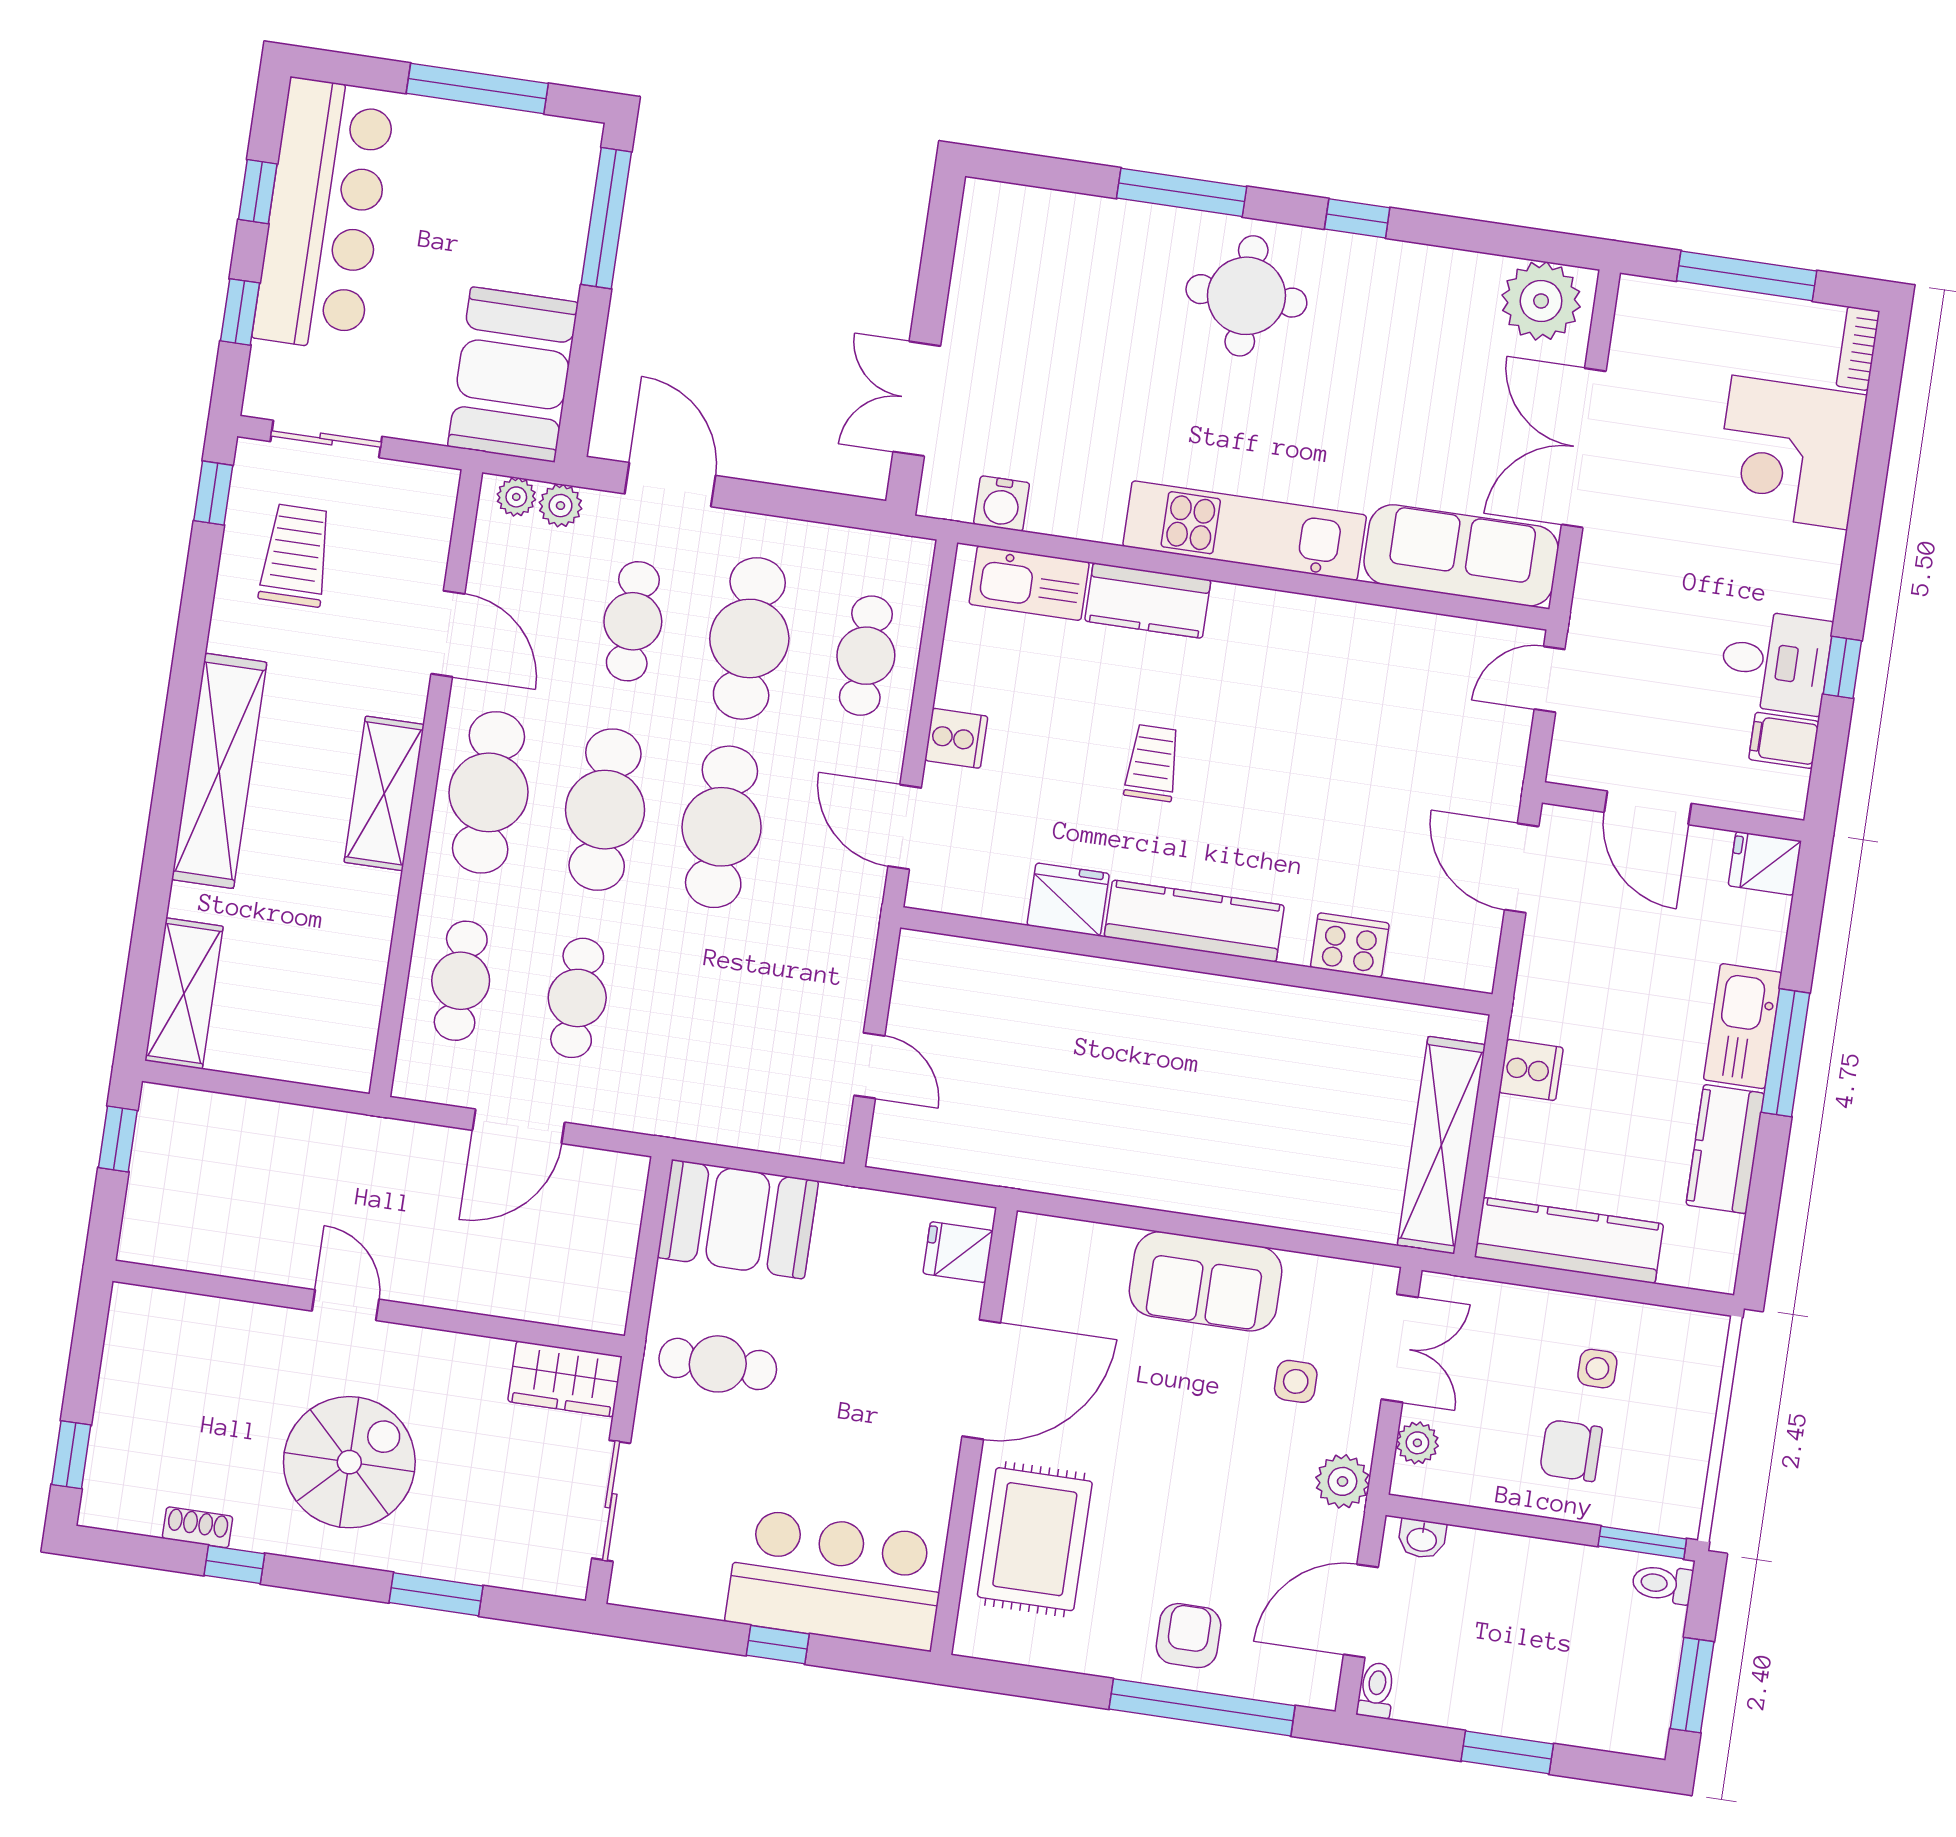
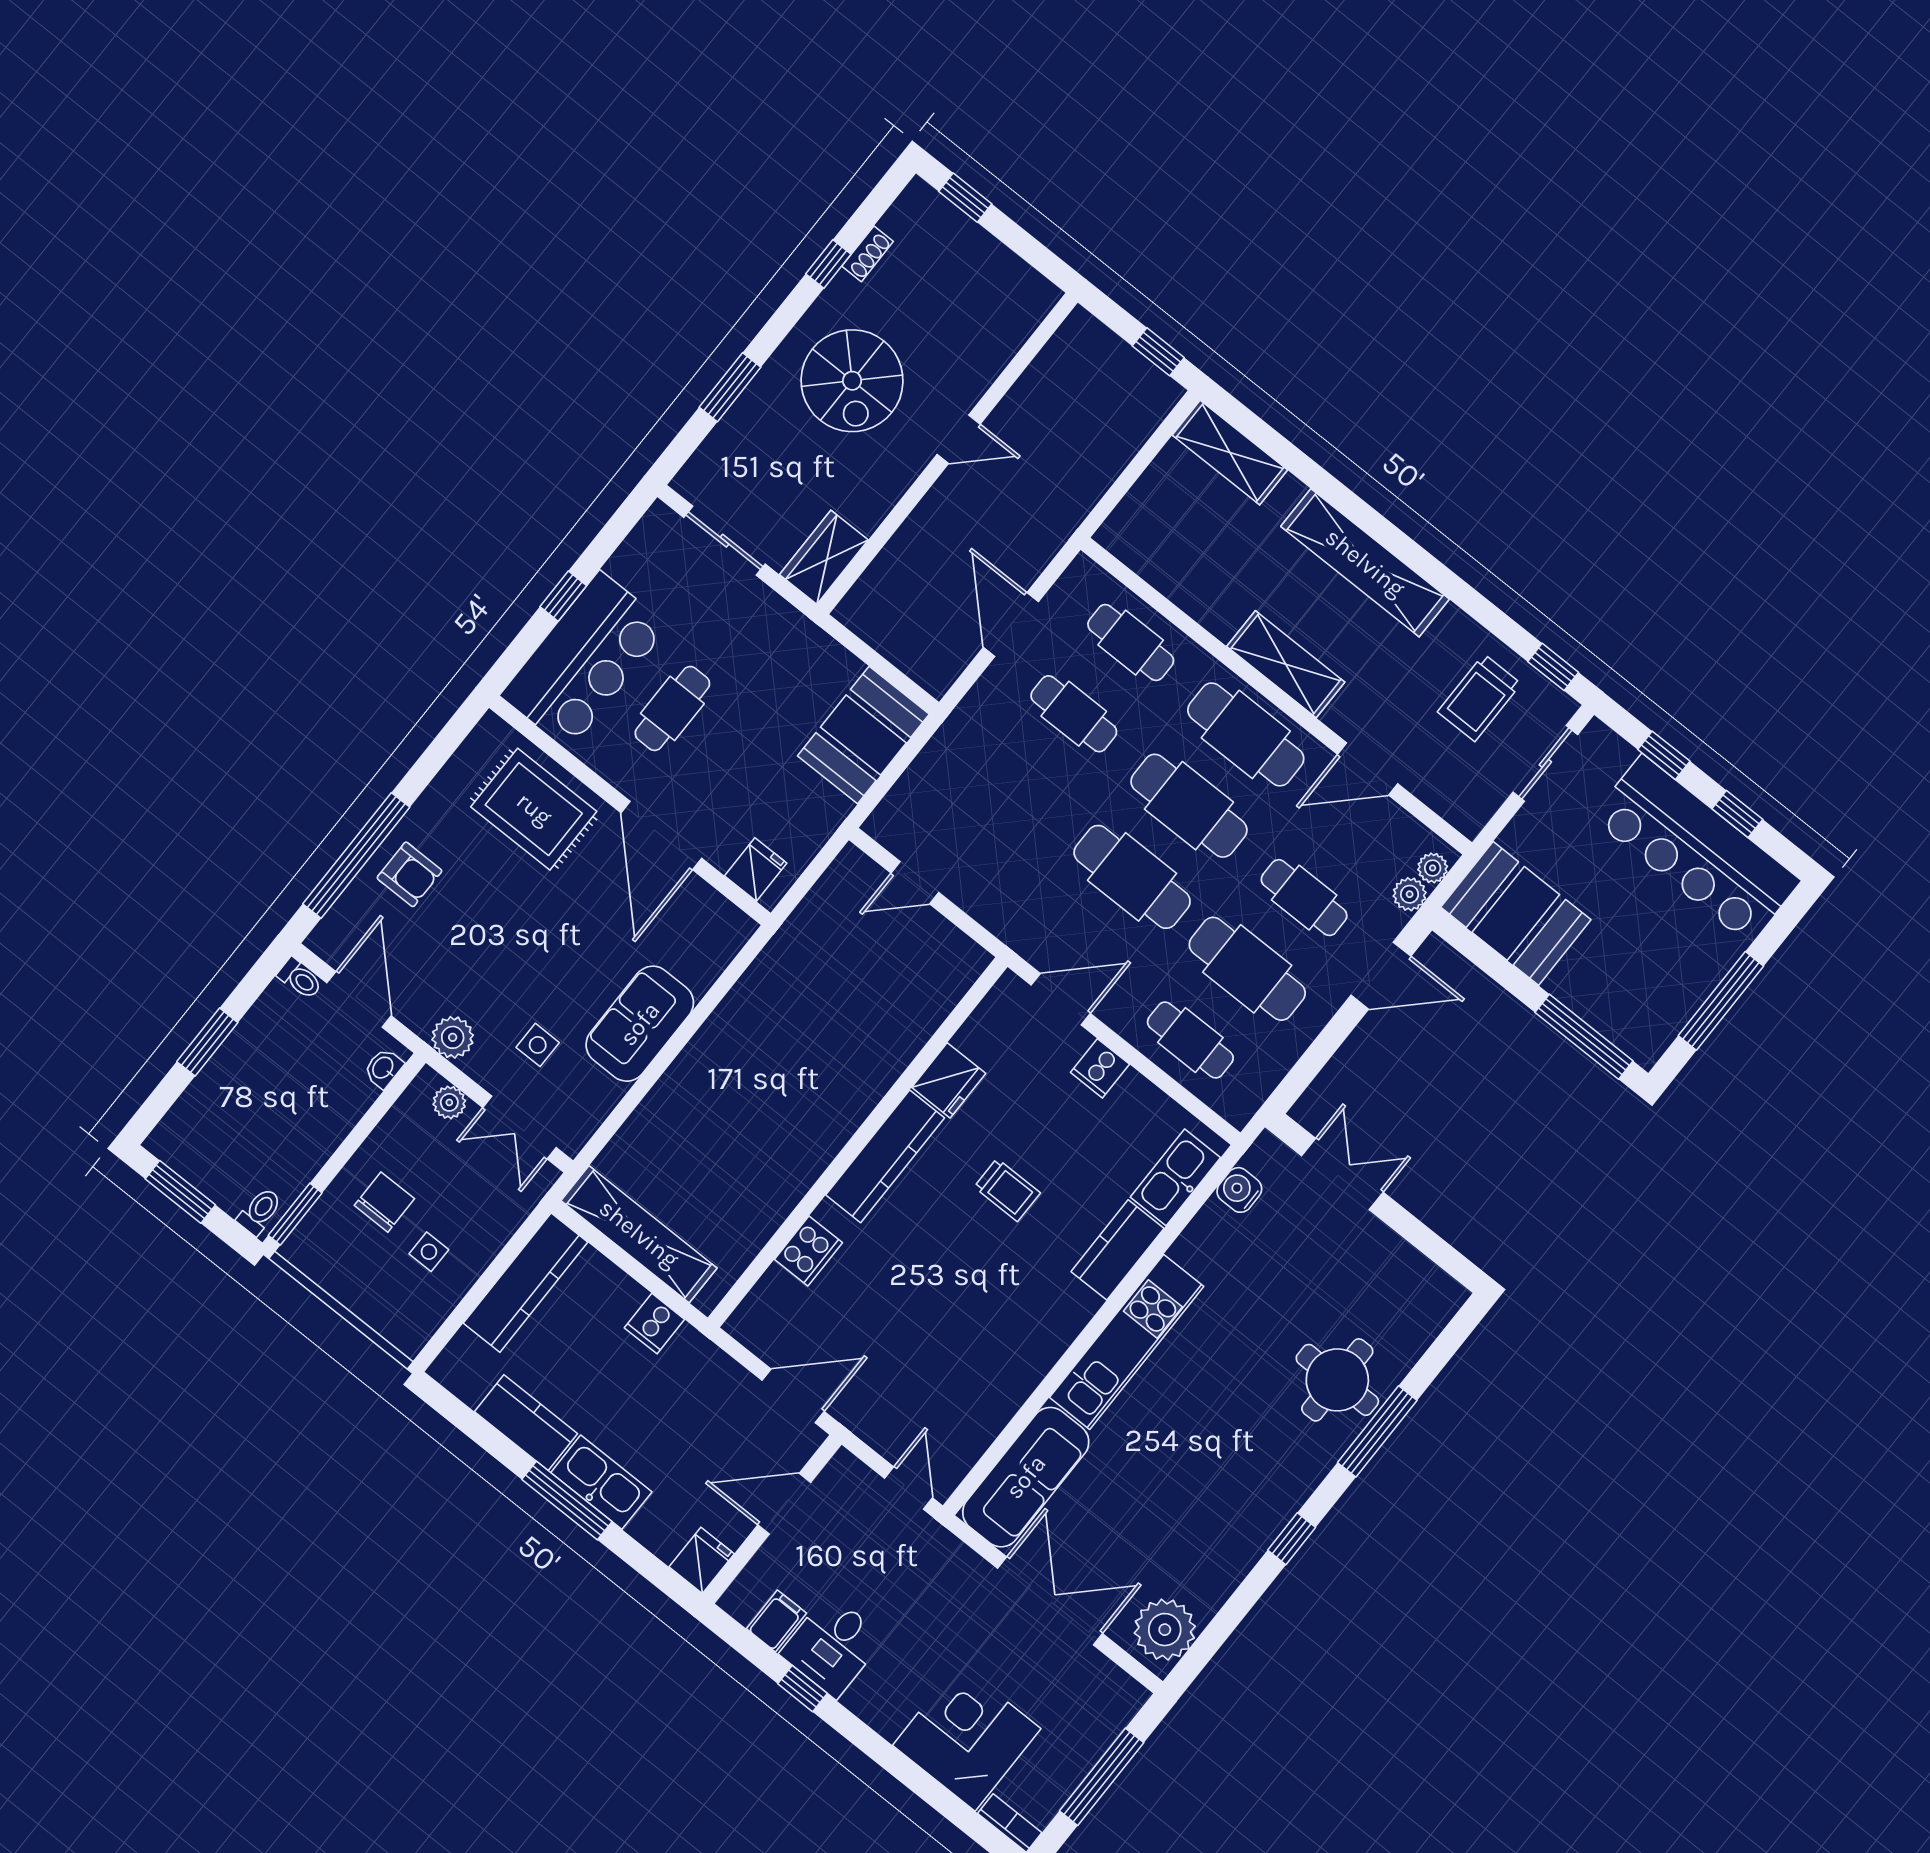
round table: (1246, 296) -> (1337, 1380), moved
trolley: (296, 555) -> (1479, 698), turned 90
cafe table: (718, 1364) -> (672, 708), moved

